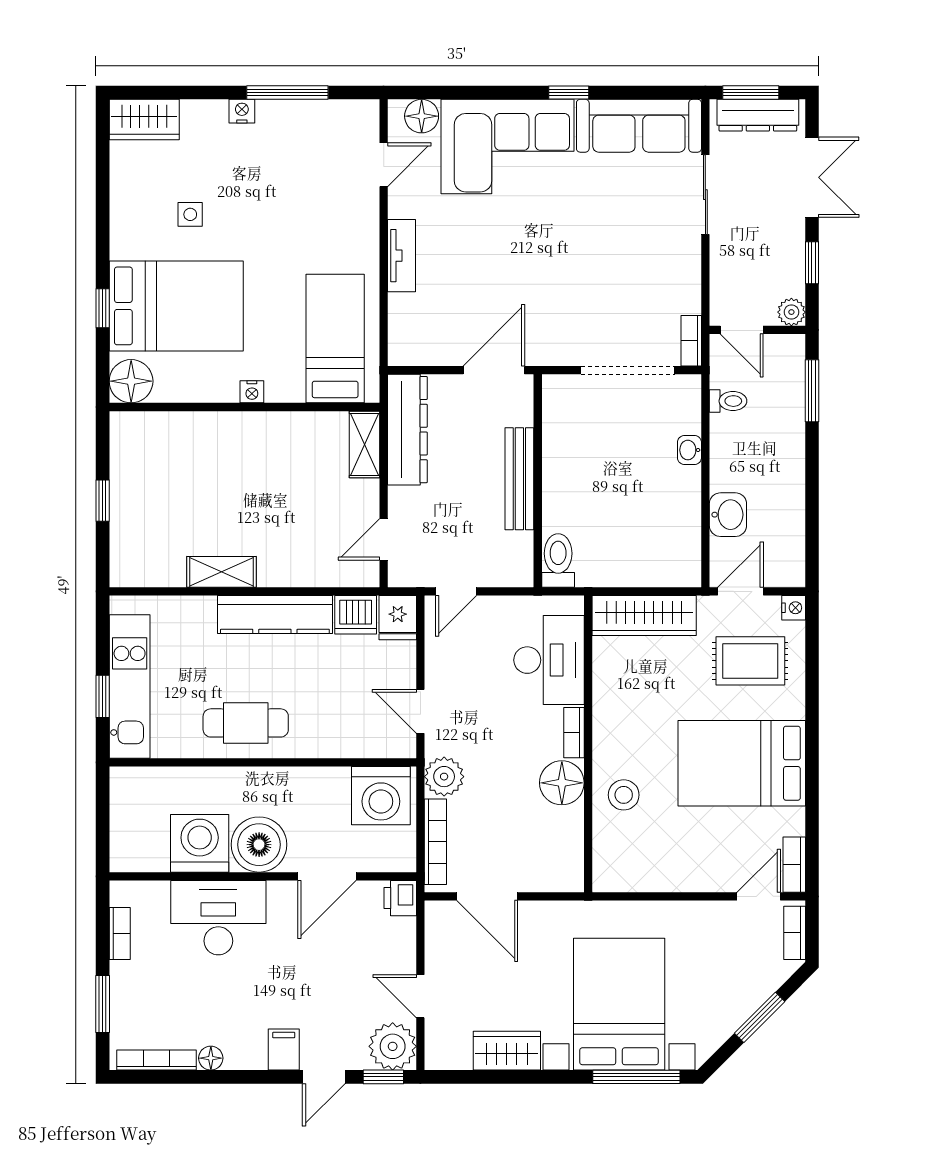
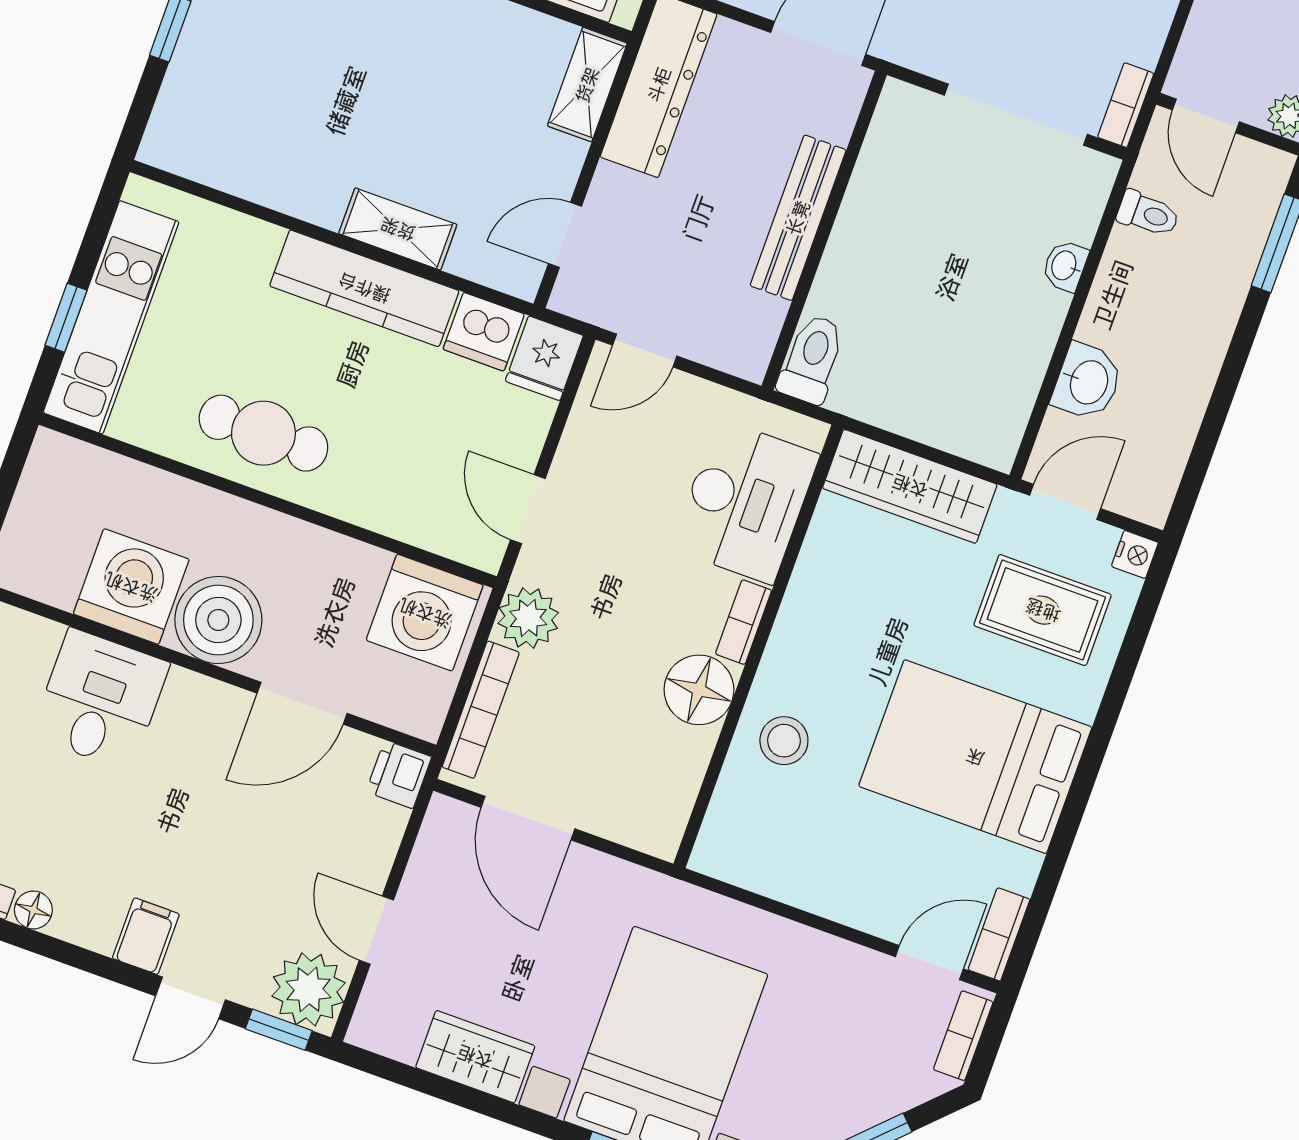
shelving: (221, 572) -> (398, 229), moved
desk: (218, 918) -> (100, 700), width x0.73

